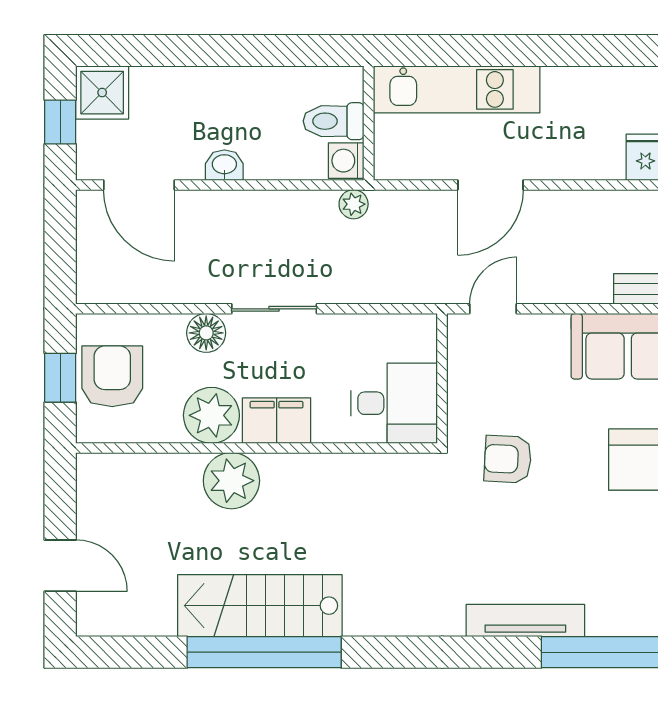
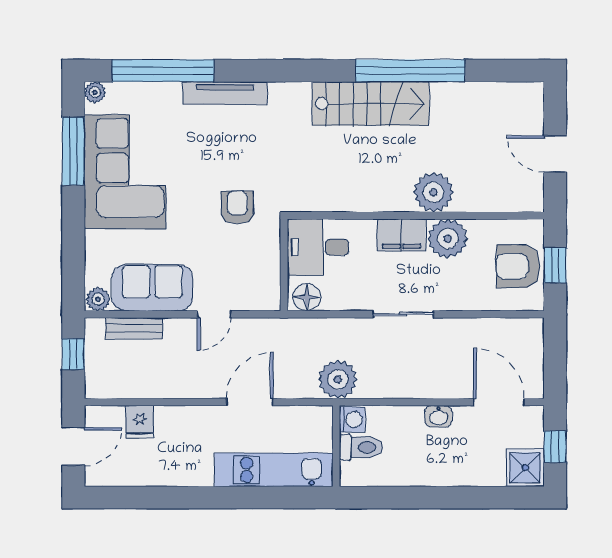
plant: (354, 204) -> (338, 379), width x1.88, depth x1.88
door: (493, 309) -> (214, 314), moved
floor lamp: (206, 333) -> (307, 297), moved
armchair: (112, 376) -> (518, 266), turned 90
armchair: (508, 459) -> (237, 208), turned -93
door: (60, 566) -> (555, 154), moved
stairs: (260, 606) -> (371, 104), moved

